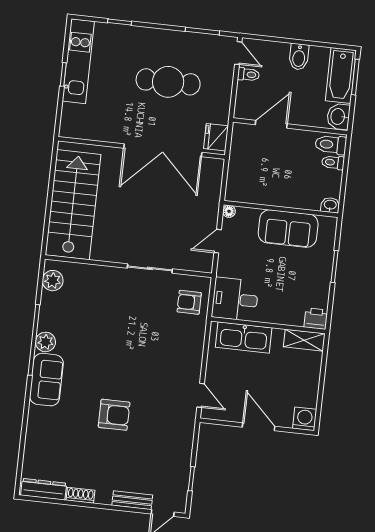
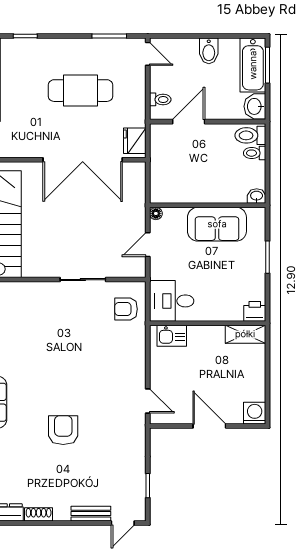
toilet: (248, 74) -> (160, 99), moved
kitchen sink: (244, 337) -> (172, 336), width x0.53, depth x0.81
armchair: (114, 415) -> (63, 430), turned -90

